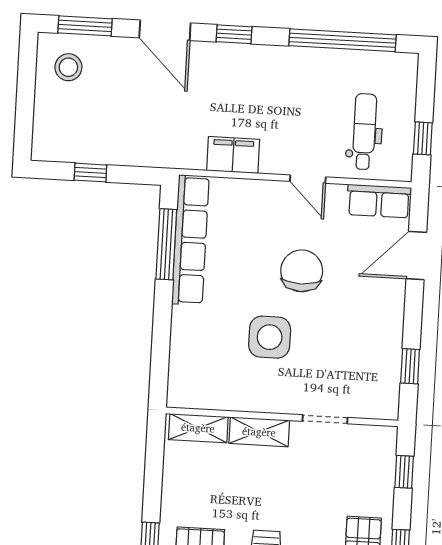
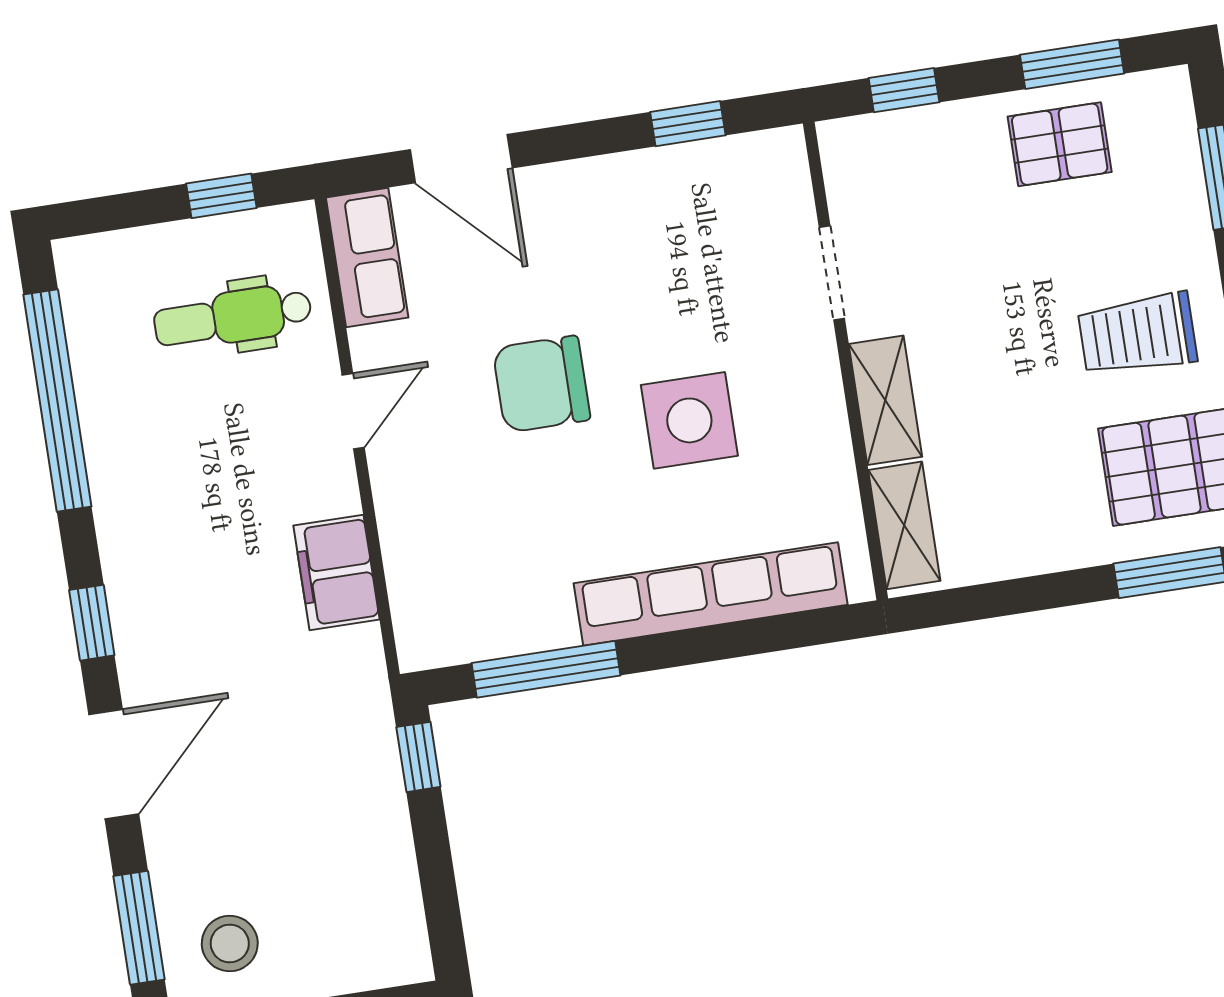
window: (90, 173) -> (418, 757), moved
row of seats: (190, 240) -> (711, 594), moved

